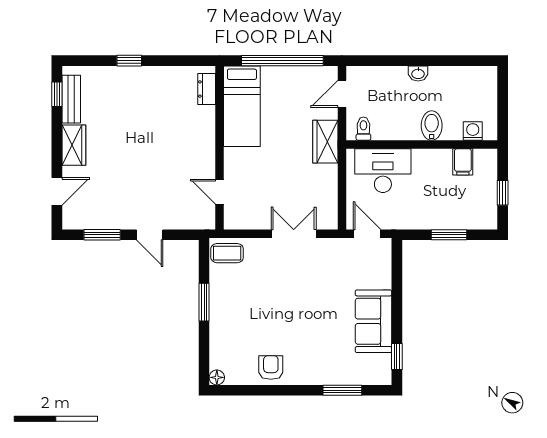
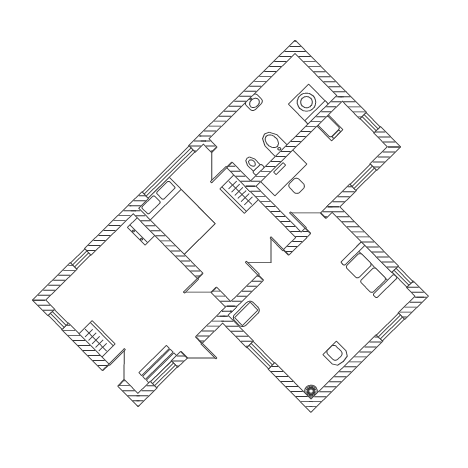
bench: (71, 99) -> (158, 364), moved, turned 90
bed: (242, 106) -> (177, 216), width x1.50
bidet: (432, 126) -> (273, 142), moved
washing machine: (473, 131) -> (308, 104), width x1.89, depth x1.89

